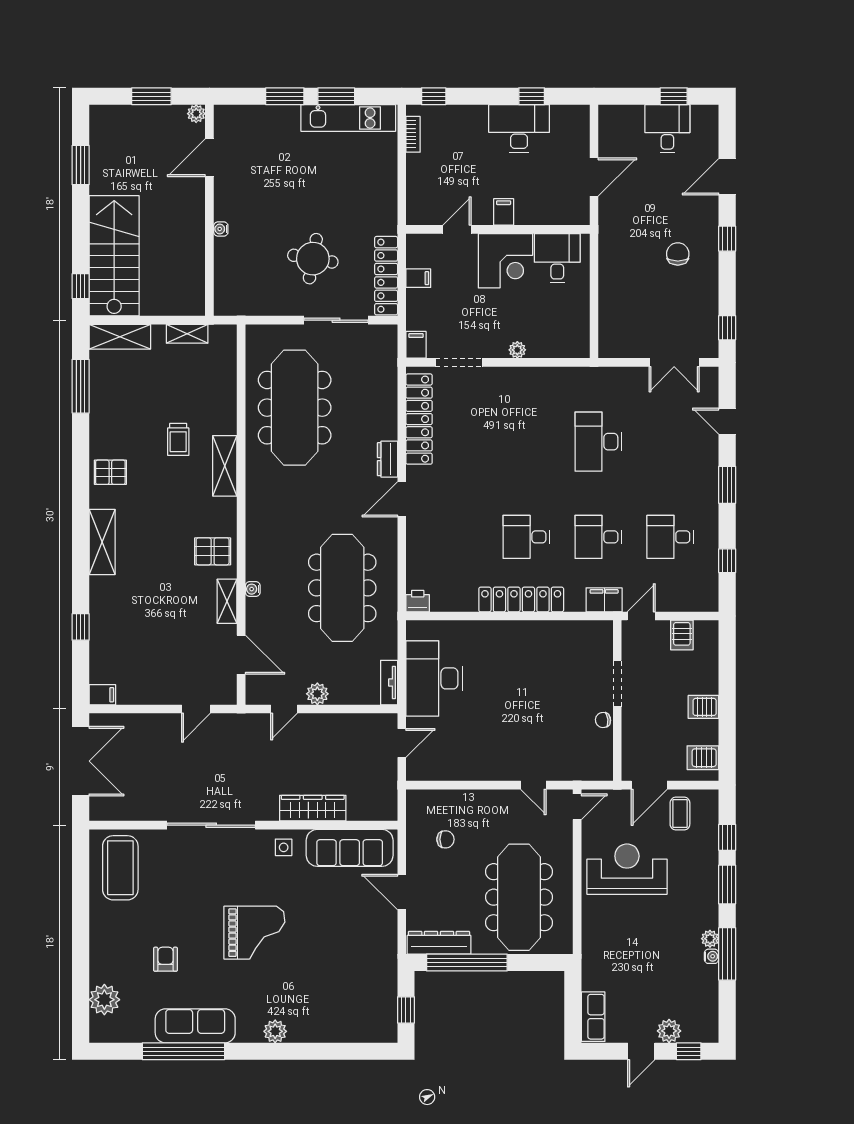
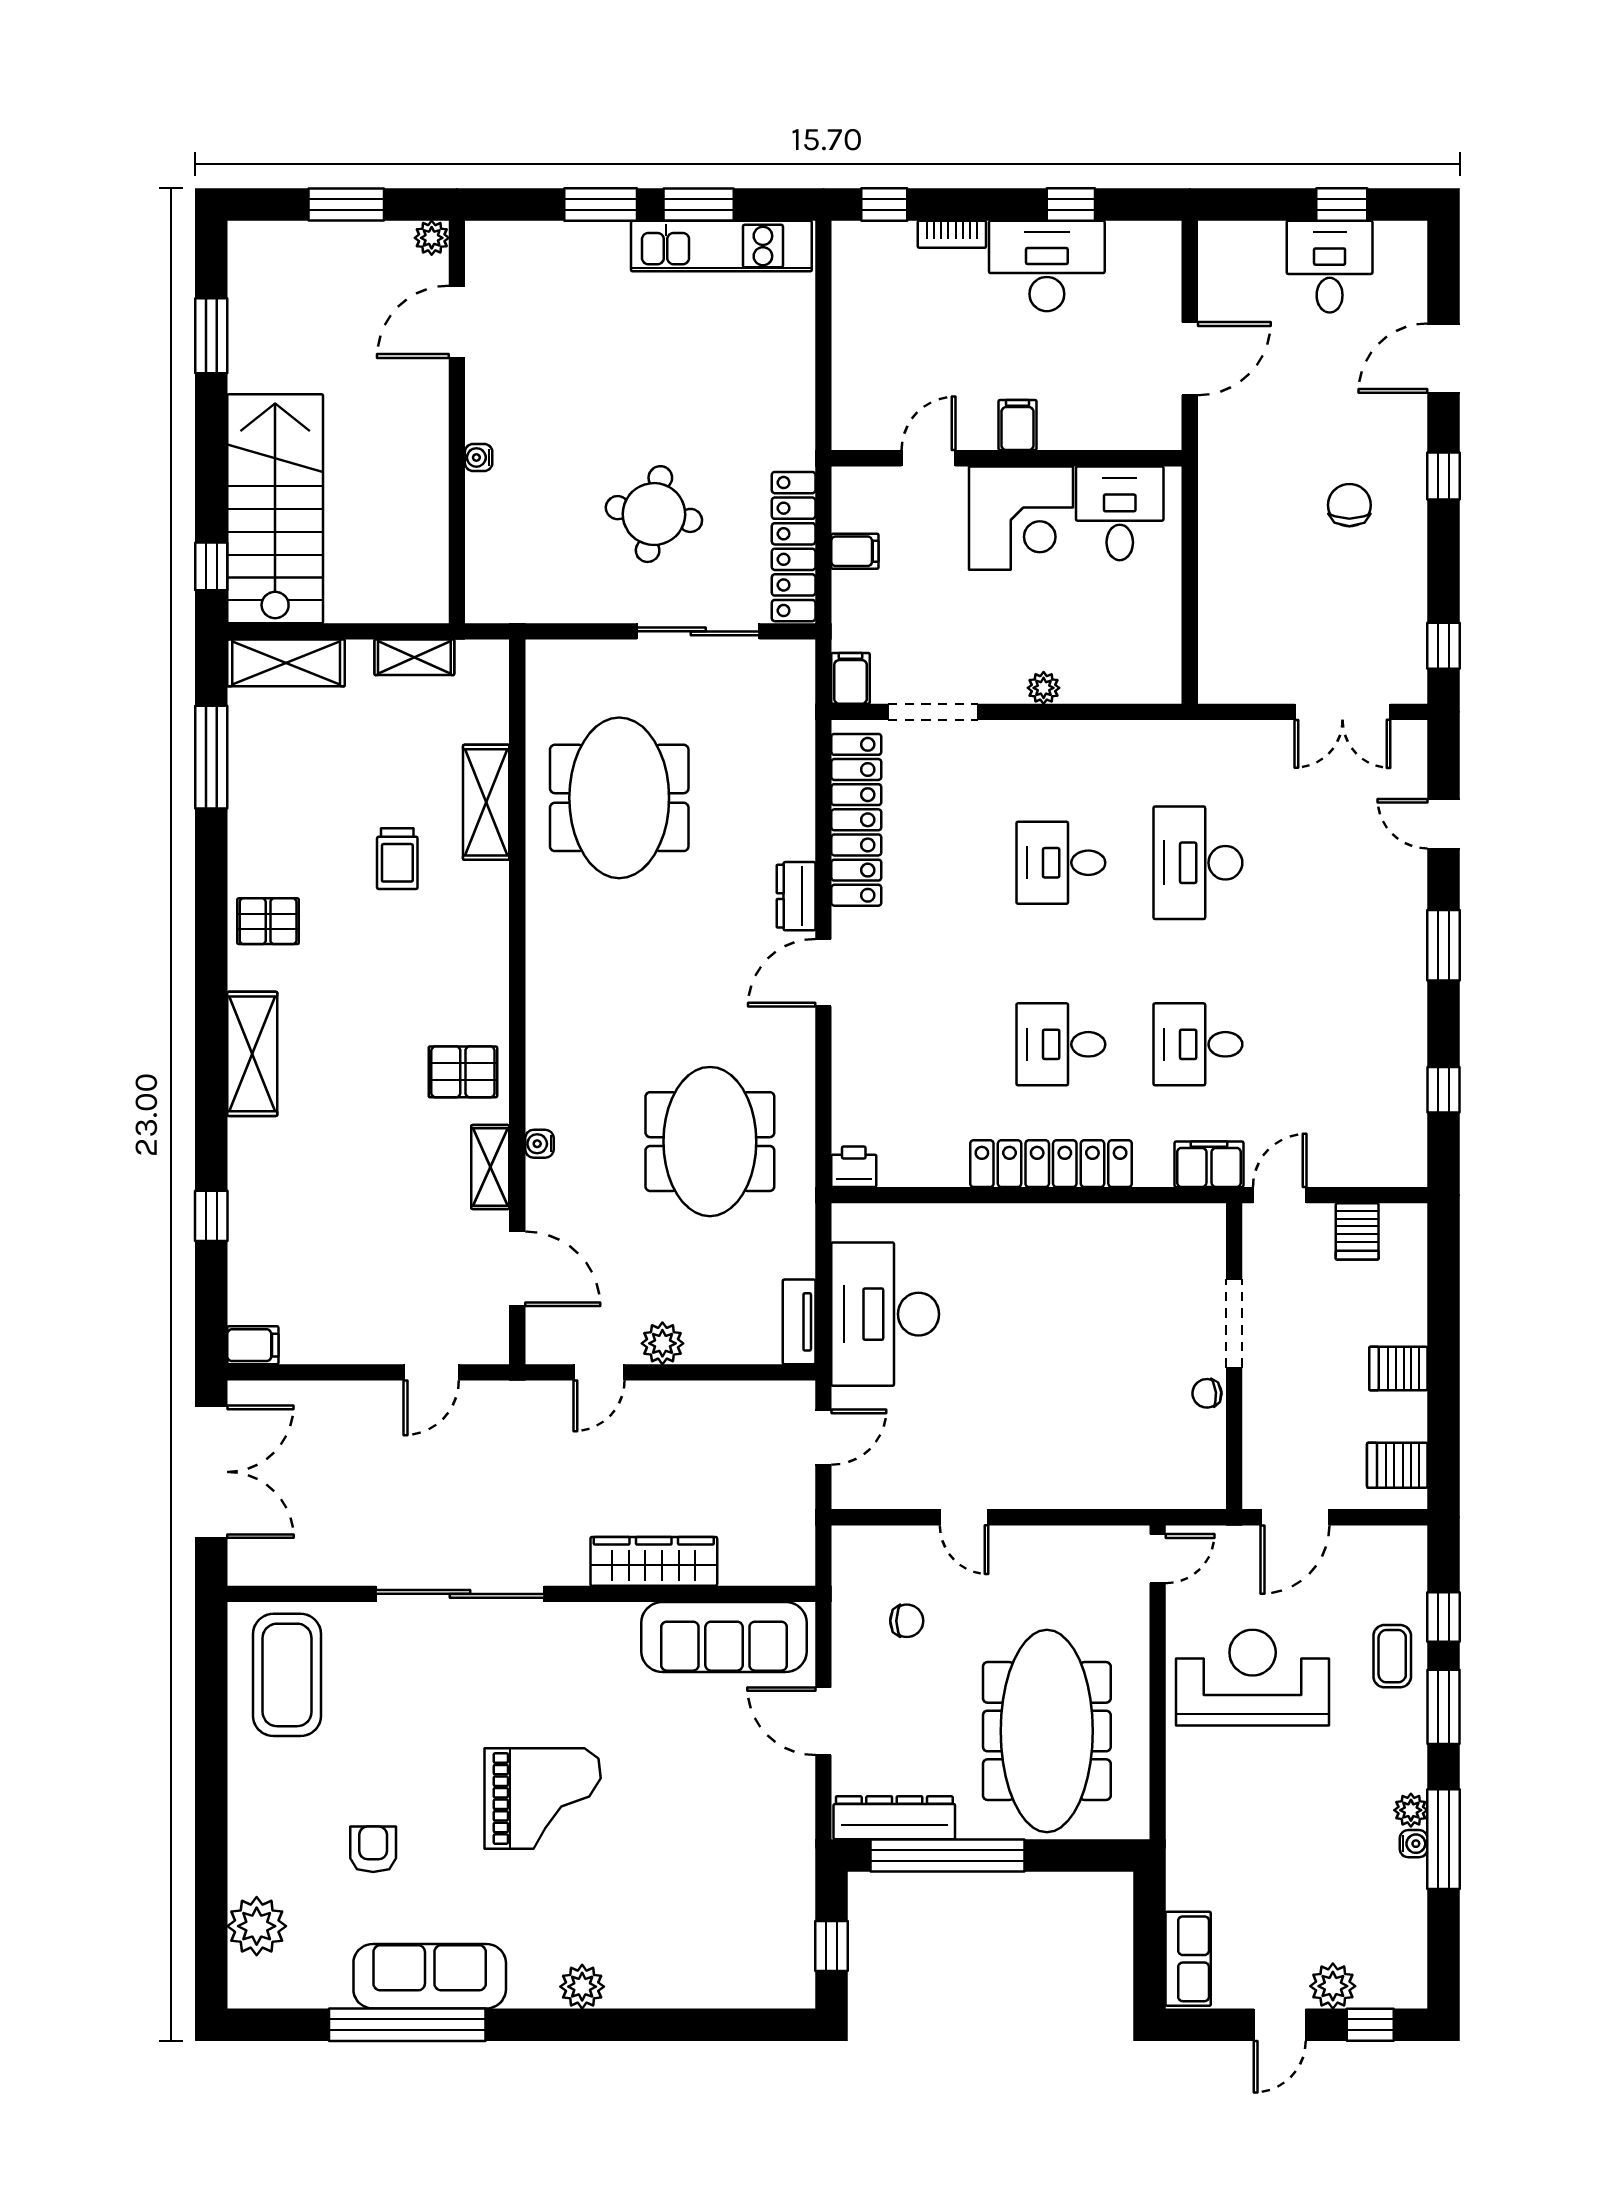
bookcase: (413, 134) -> (952, 234), moved, turned 90
meeting table: (295, 408) -> (619, 798), width x0.73
shelving: (225, 466) -> (486, 802), moved
desk: (670, 537) -> (1061, 863), moved
meeting table: (342, 588) -> (710, 1142), width x0.73
door: (533, 785) -> (964, 1517), moved
coffee table: (680, 814) -> (1392, 1656), moved
side table: (284, 847) -> (598, 1636), removed

